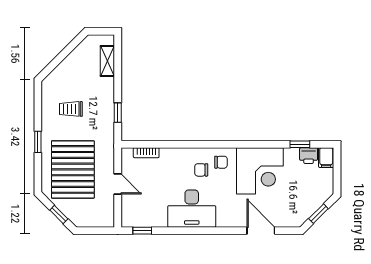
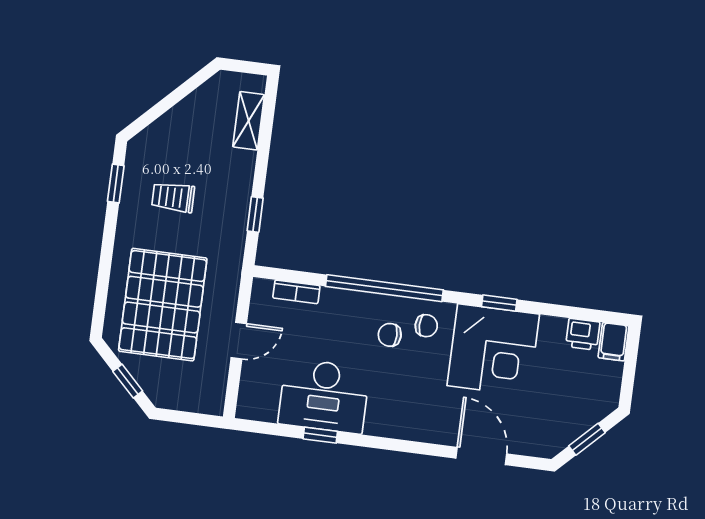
window: (38, 142) -> (116, 184), moved
window: (195, 144) -> (384, 288), added
window: (300, 144) -> (499, 303), moved
door: (118, 184) -> (239, 341), hinge flipped
desk: (192, 209) -> (324, 396), moved
window: (142, 231) -> (320, 435), moved

